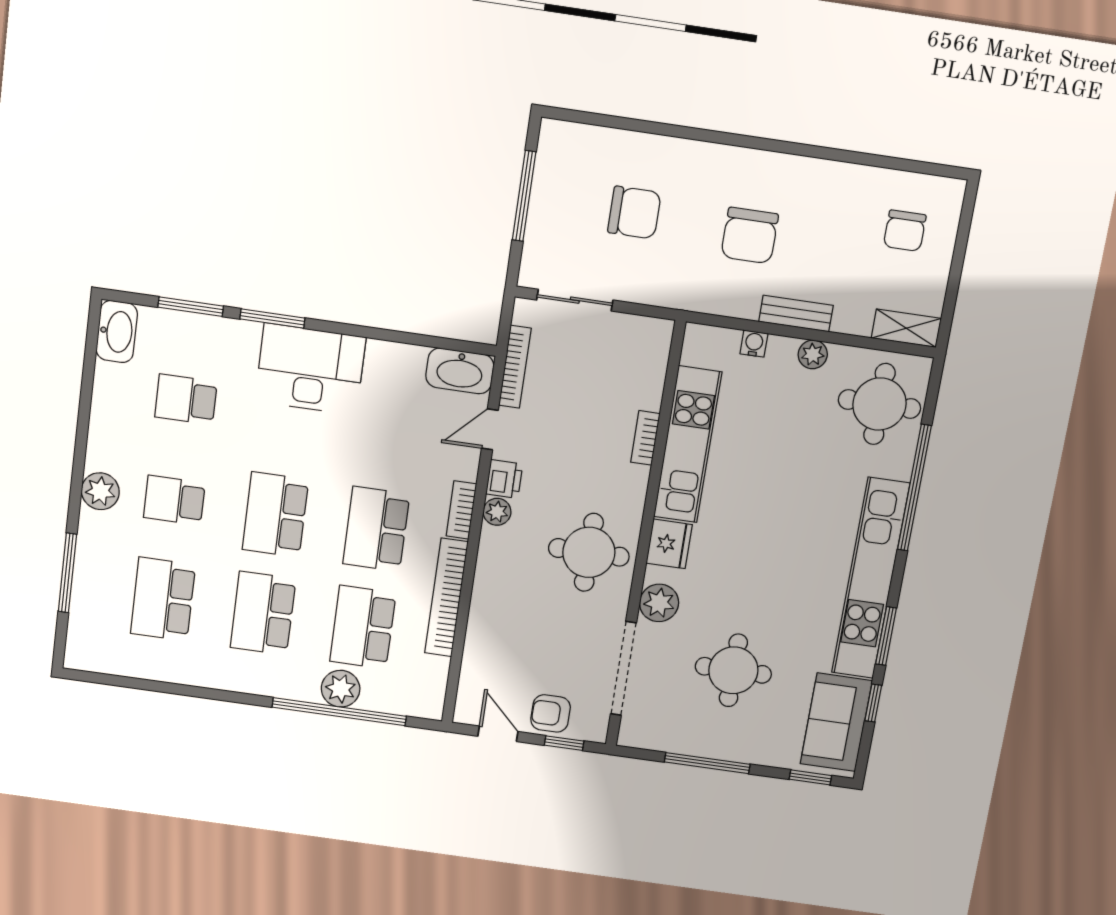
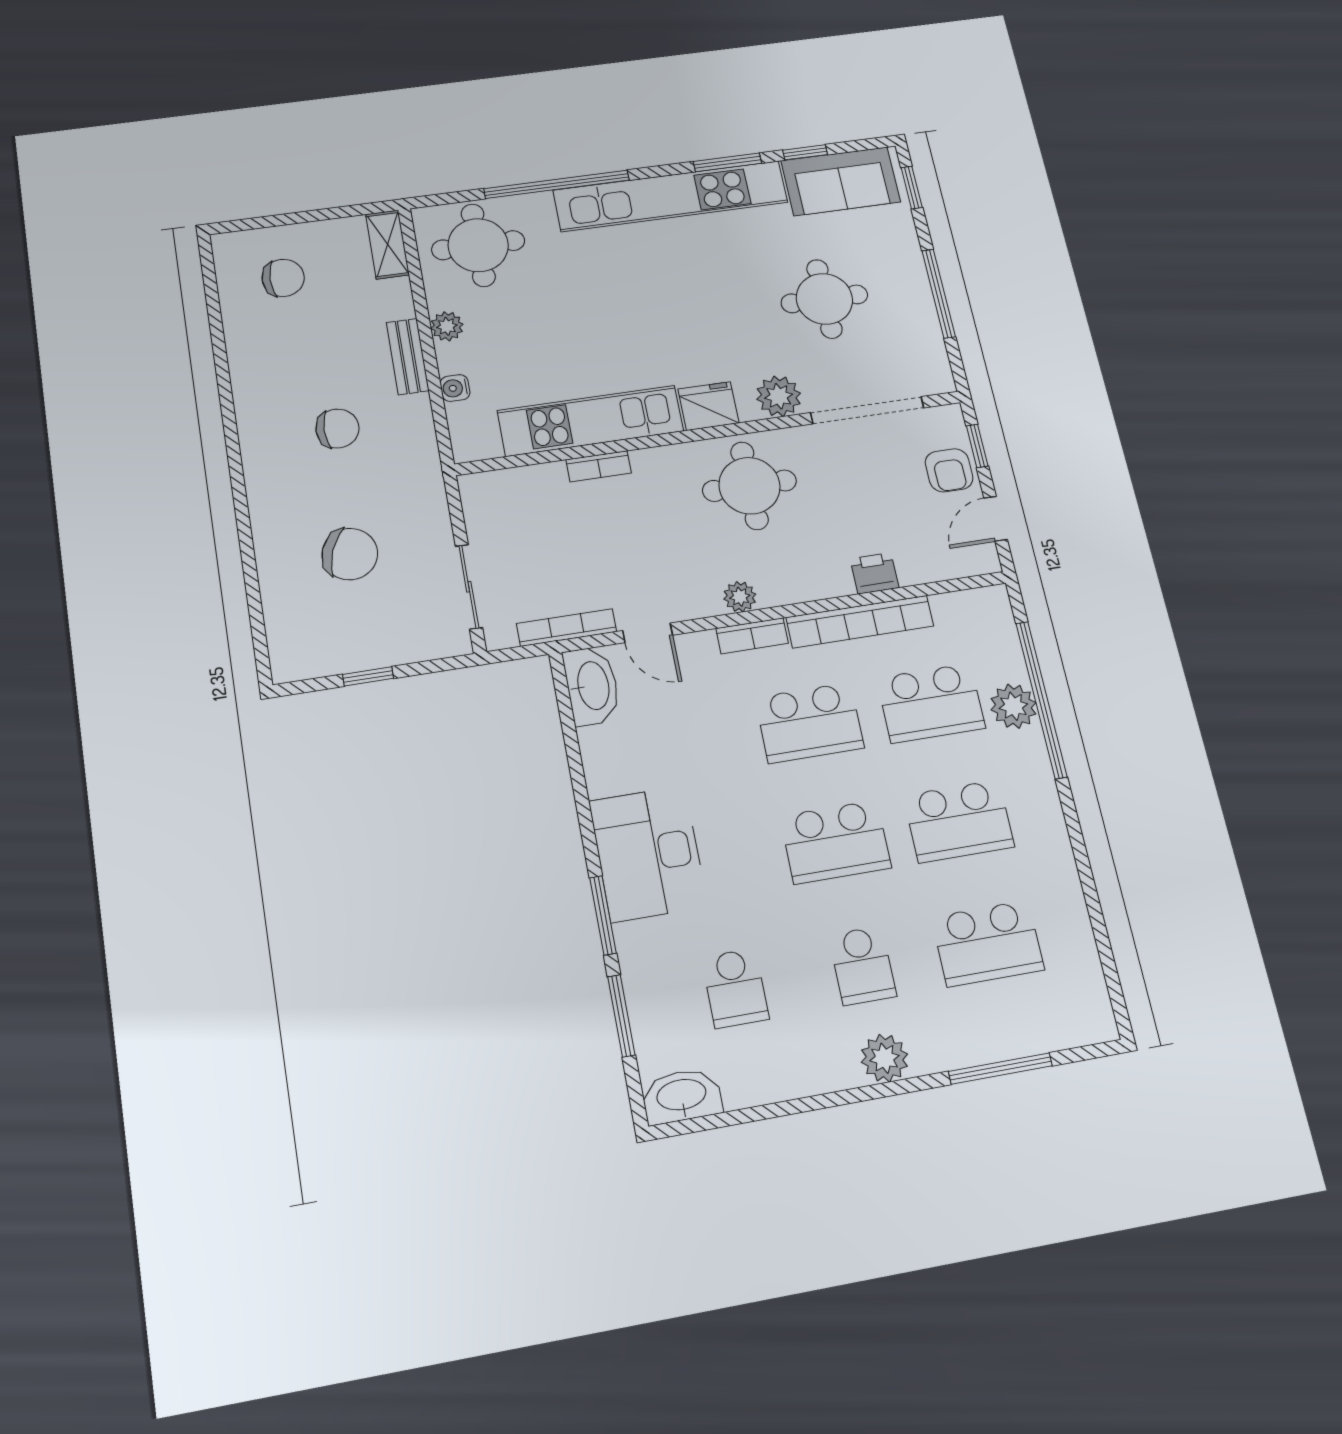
window: (524, 196) -> (368, 676), width x0.46
chair: (634, 213) -> (350, 554), turned 110
chair: (750, 236) -> (337, 428), width x0.73, depth x0.73
printer: (504, 479) -> (874, 573), moved

